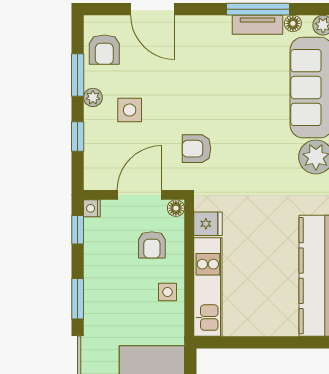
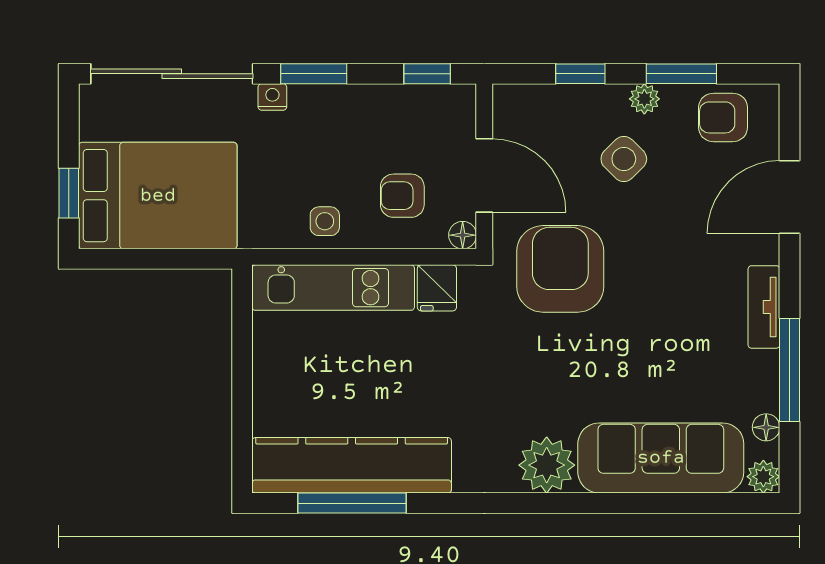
tv unit: (257, 25) -> (764, 307), moved
side table: (130, 110) -> (624, 159), turned 45
armchair: (196, 149) -> (560, 269), width x1.88, depth x1.88
nightstand: (92, 208) -> (272, 97), moved

